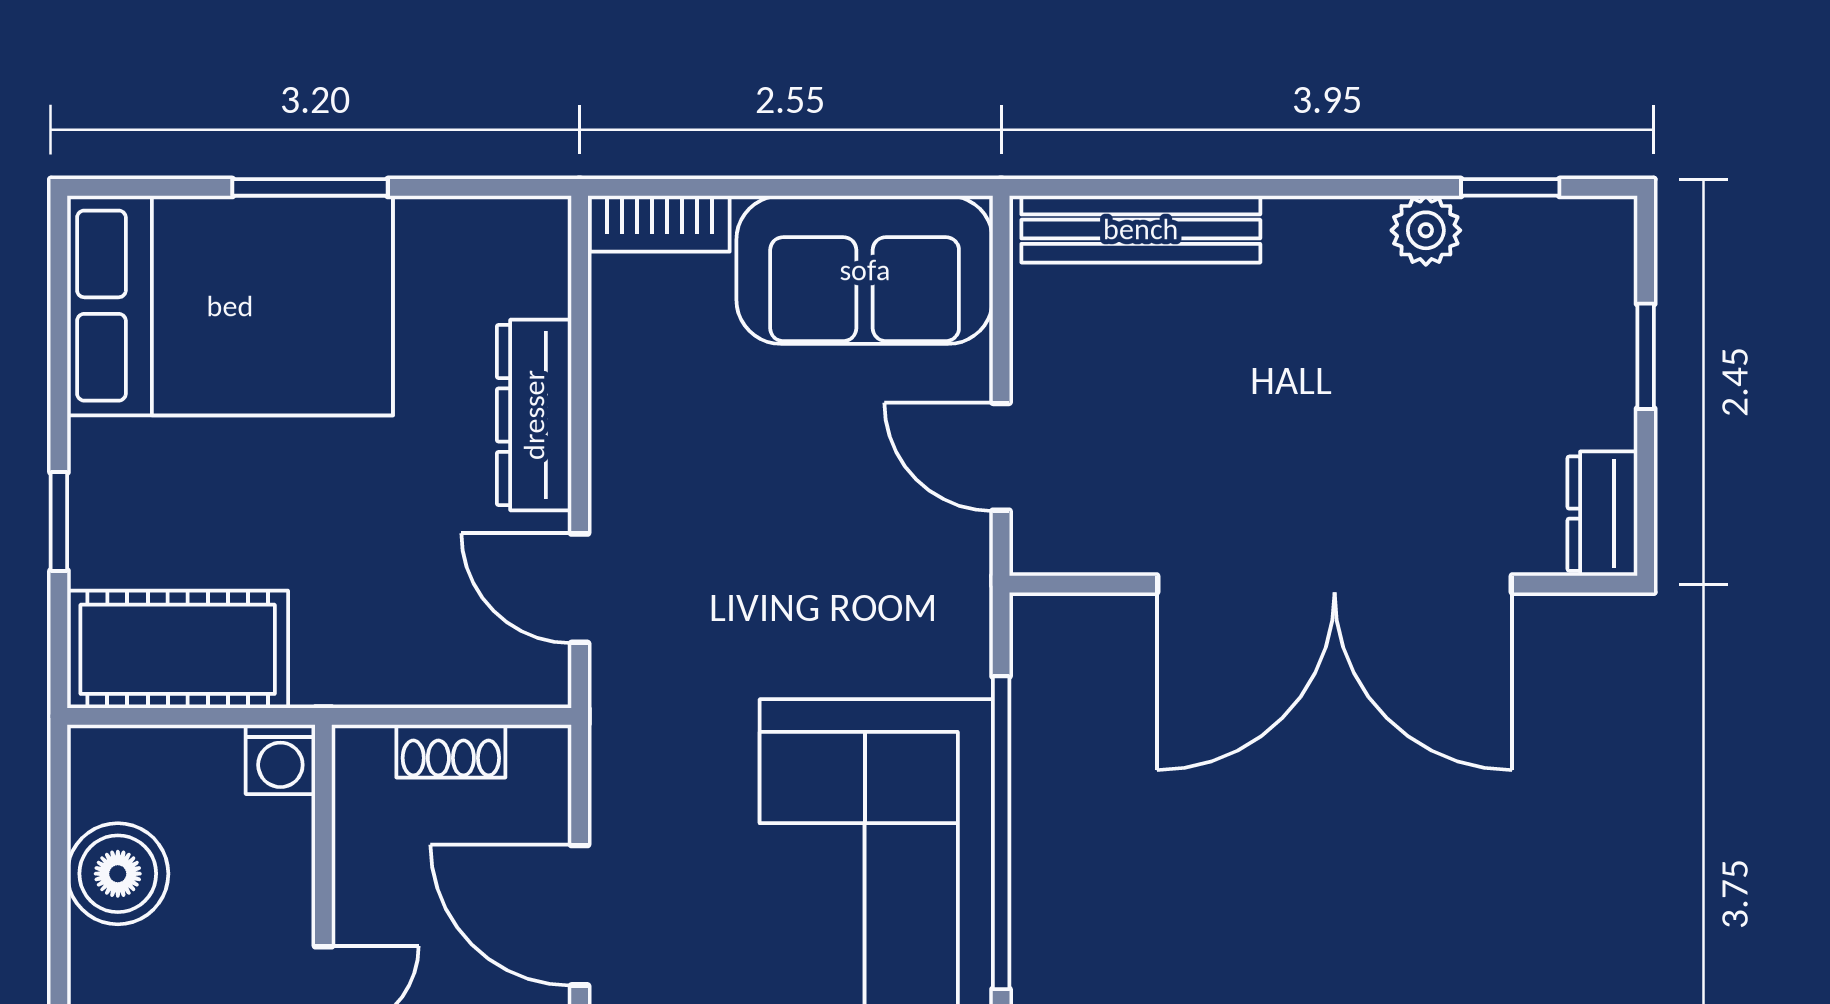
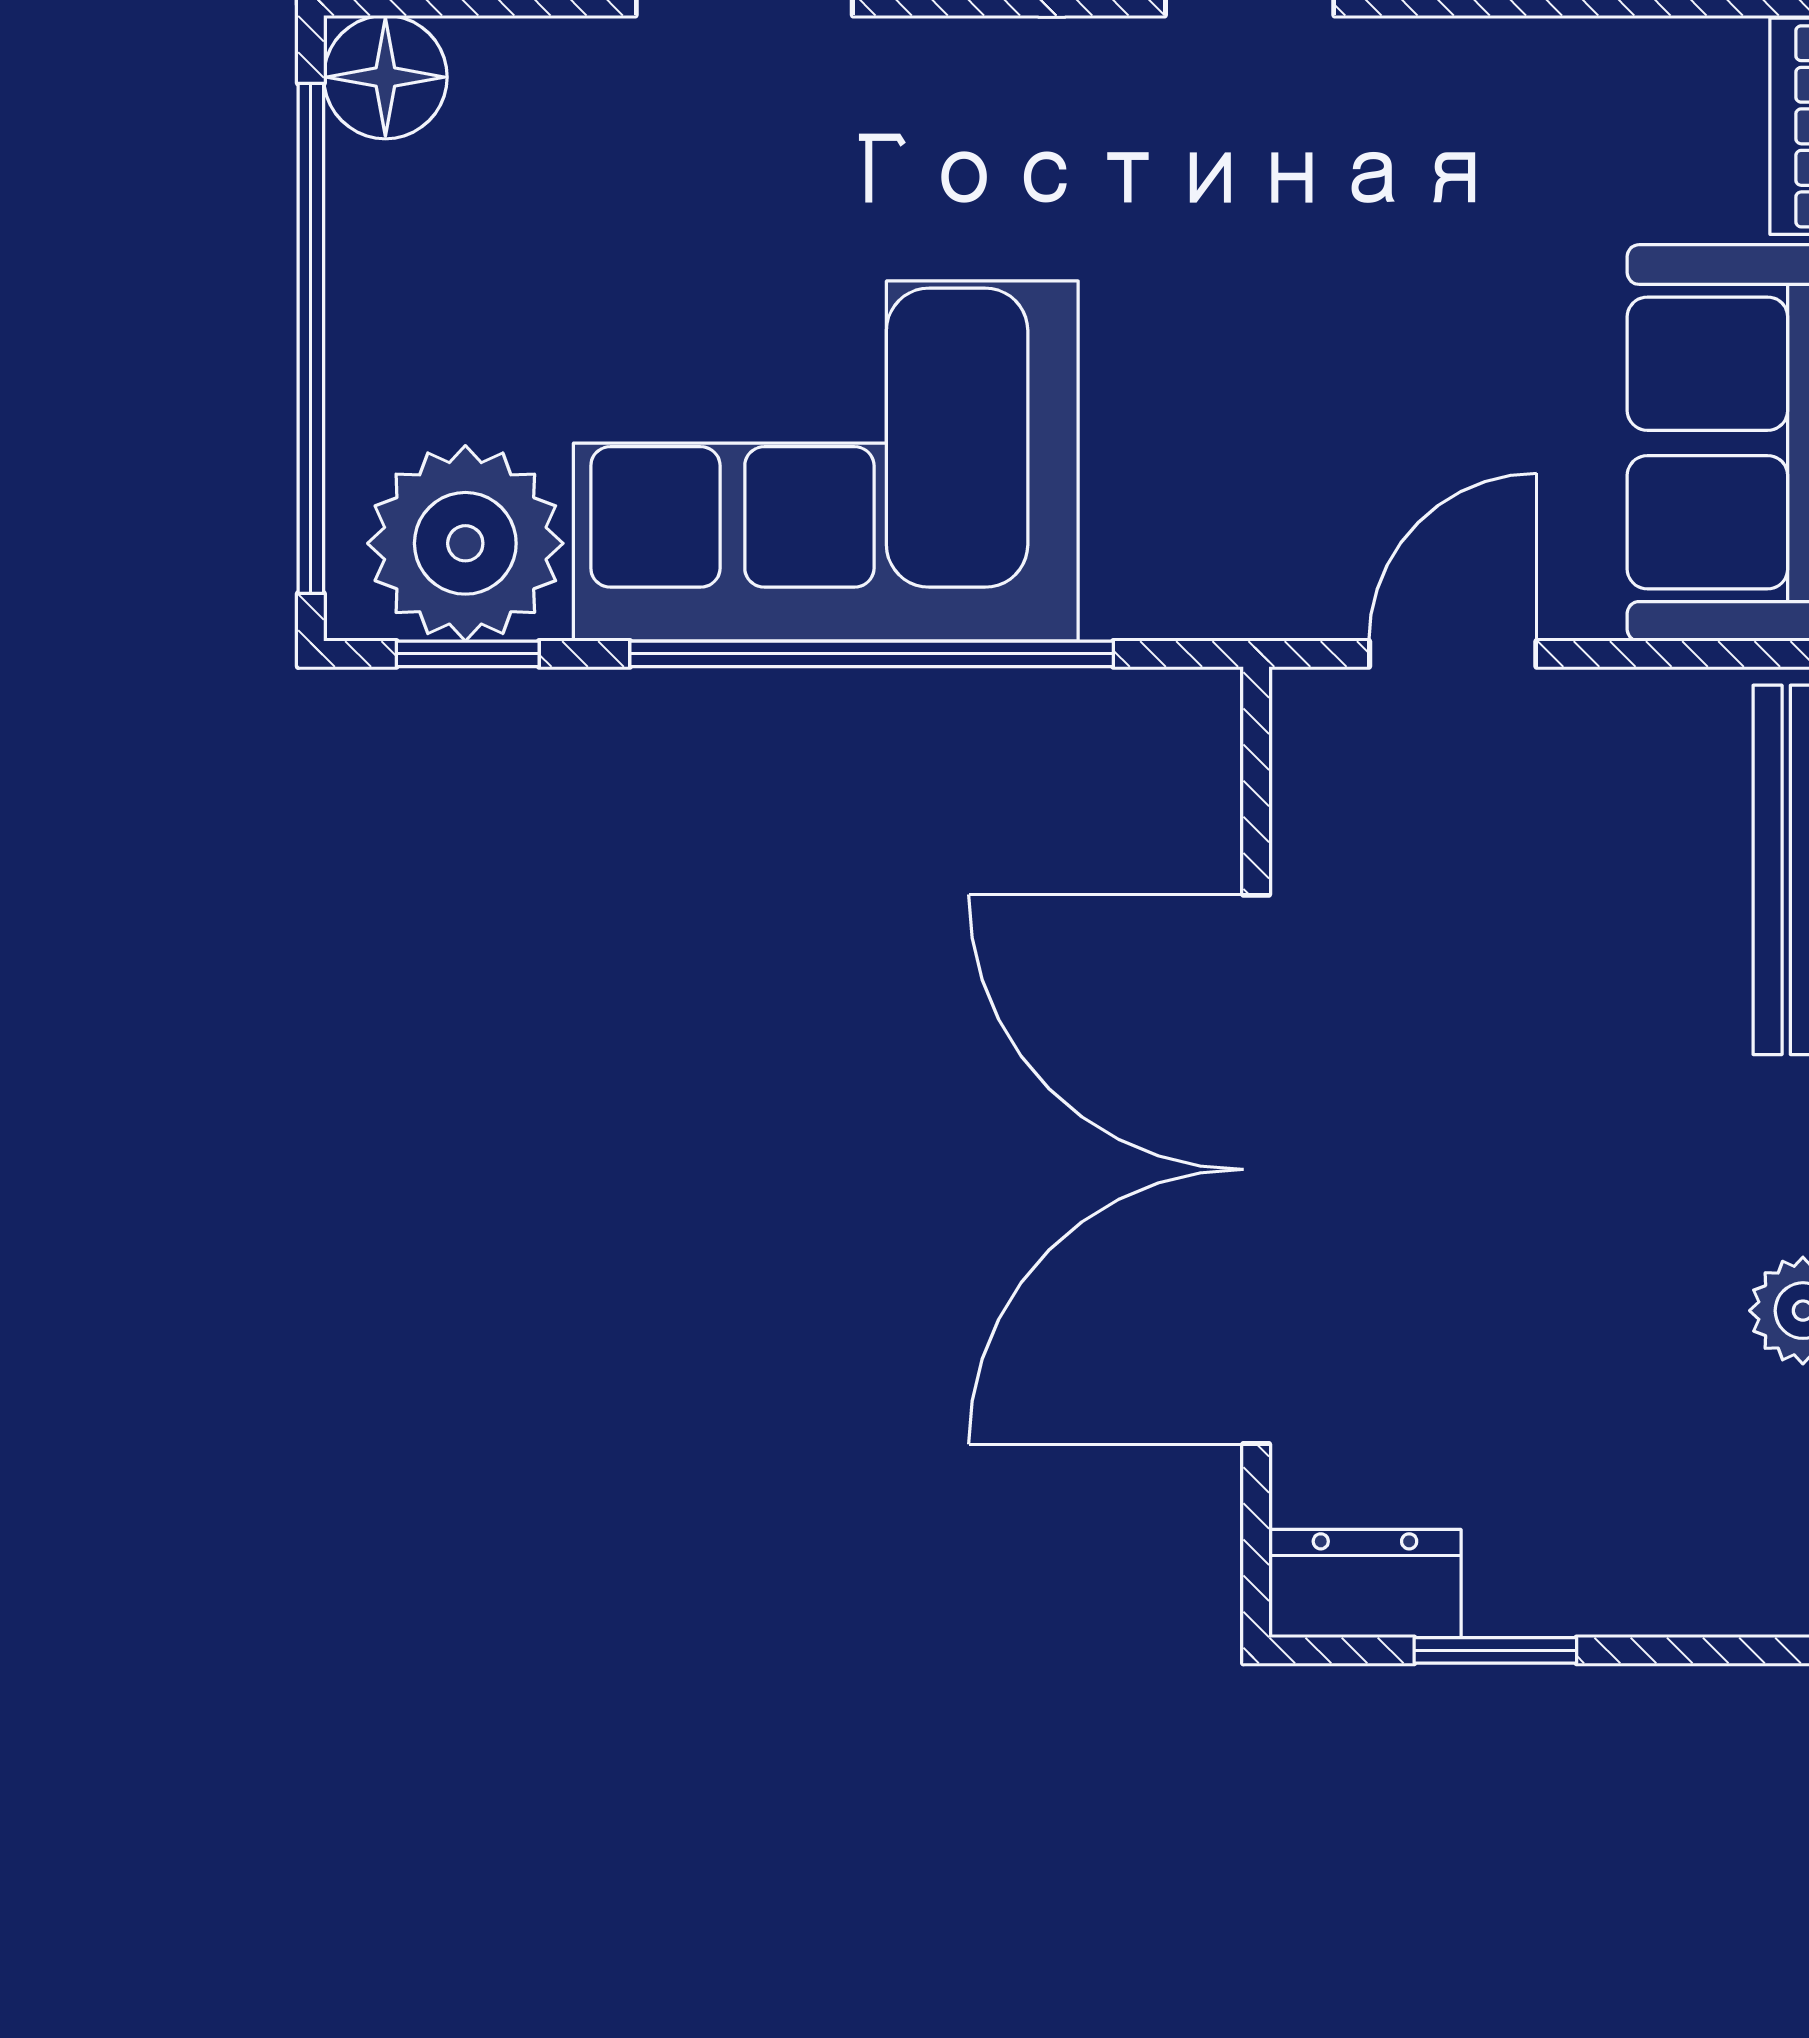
window: (1646, 356) -> (1495, 1650), moved

